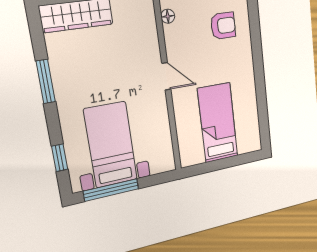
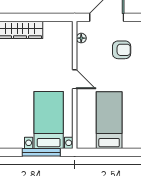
bed with nightstands: (111, 145) -> (49, 120), moved
window: (111, 190) -> (41, 152), moved

